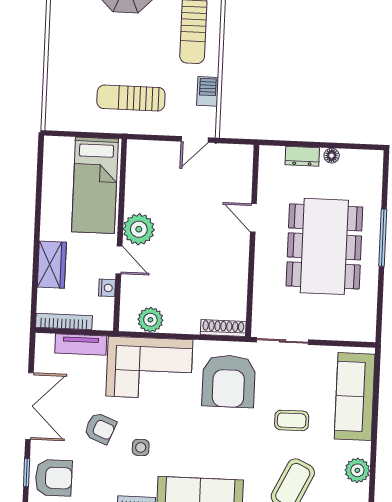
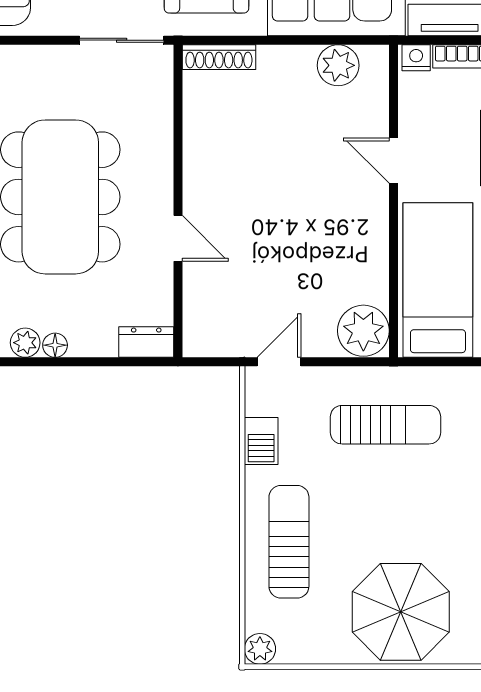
dresser: (302, 156) -> (146, 342), moved
plant: (350, 158) -> (25, 343), added
plant: (139, 229) -> (363, 331), moved
nightstand: (107, 288) -> (416, 58), moved, turned 90

